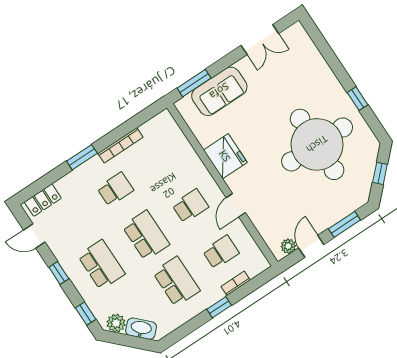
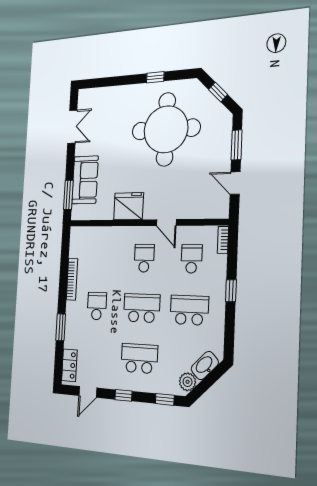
window: (82, 157) -> (61, 327), moved
plant: (288, 246) -> (223, 202), removed
bookcase: (236, 283) -> (223, 240), moved

